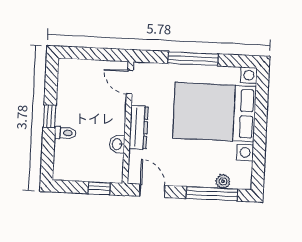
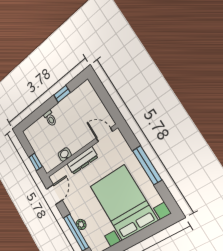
door: (130, 82) -> (104, 135), hinge flipped
window: (50, 116) -> (62, 94), moved
plant: (223, 181) -> (81, 224), moved

